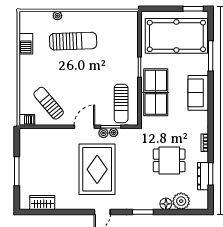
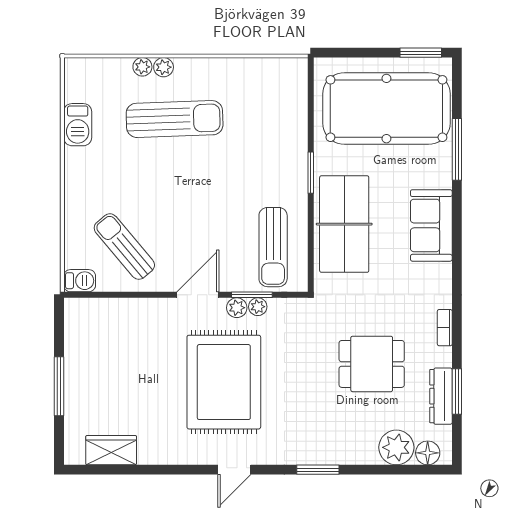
plant: (68, 16) -> (164, 67), added
floor lamp: (166, 204) -> (428, 453), moved

